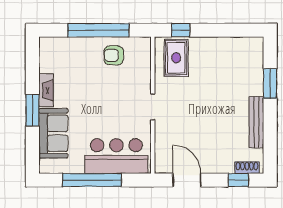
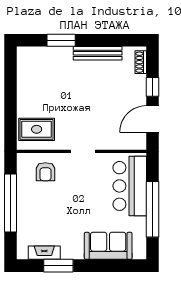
window: (181, 30) -> (10, 125), removed
armchair: (114, 55) -> (45, 172), moved
fireplace: (46, 90) -> (44, 253), moved
window: (32, 110) -> (58, 266), moved
window: (238, 180) -> (152, 87), moved

